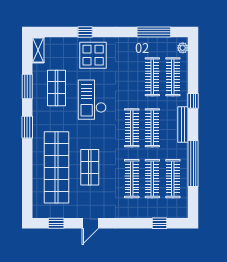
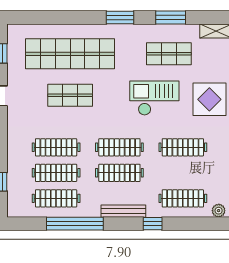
clothes rail: (152, 77) -> (183, 147), moved

